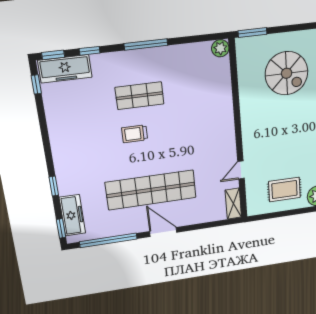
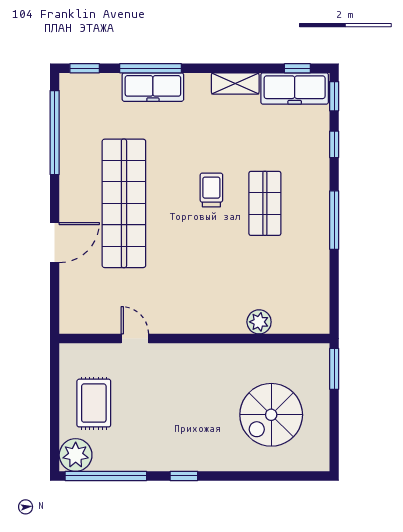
plant: (220, 48) -> (259, 322), moved
freezer: (65, 69) -> (295, 88), moved, turned -90
window: (54, 186) -> (151, 68), width x2.17
shelving: (233, 204) -> (235, 84), moved
freezer: (72, 215) -> (153, 87), moved
door: (163, 232) -> (55, 243), moved

